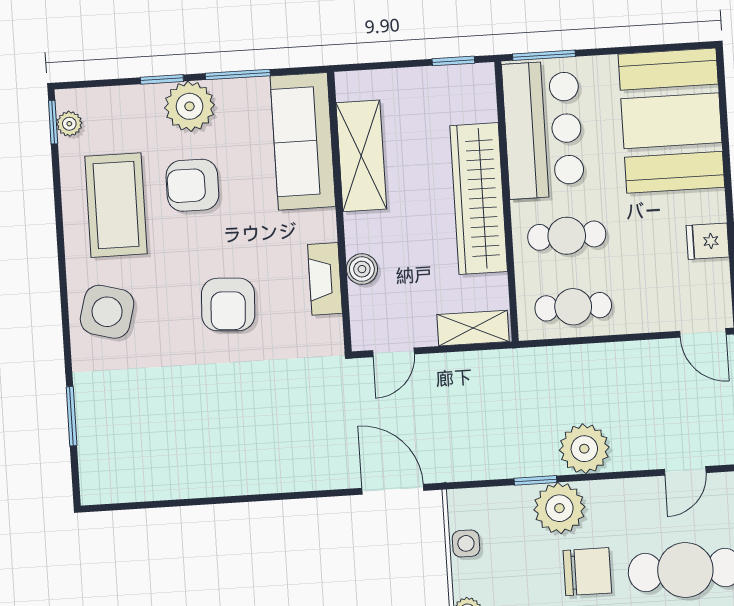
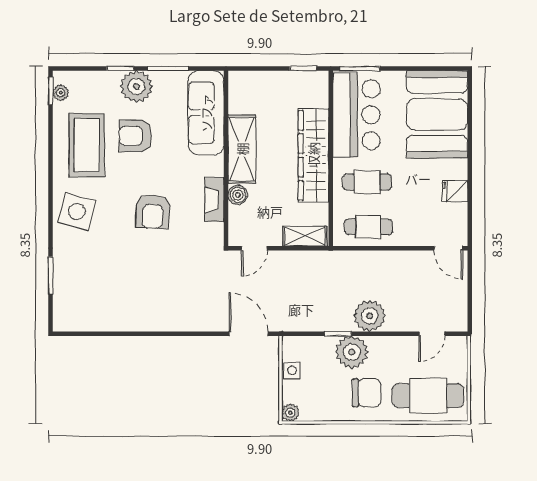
shelving: (361, 156) -> (242, 149), moved

